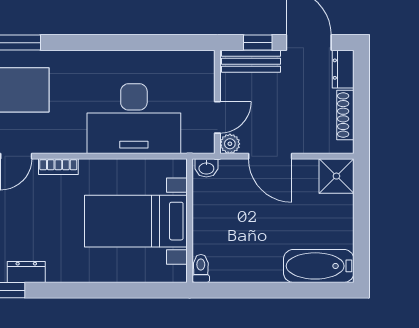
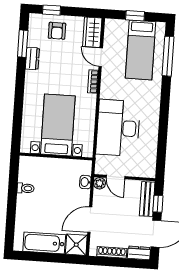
door: (270, 156) -> (90, 220), moved
washbasin: (206, 168) -> (85, 182), moved
bathtub: (319, 266) -> (44, 243), moved, turned -90
toilet: (201, 268) -> (26, 188), moved

